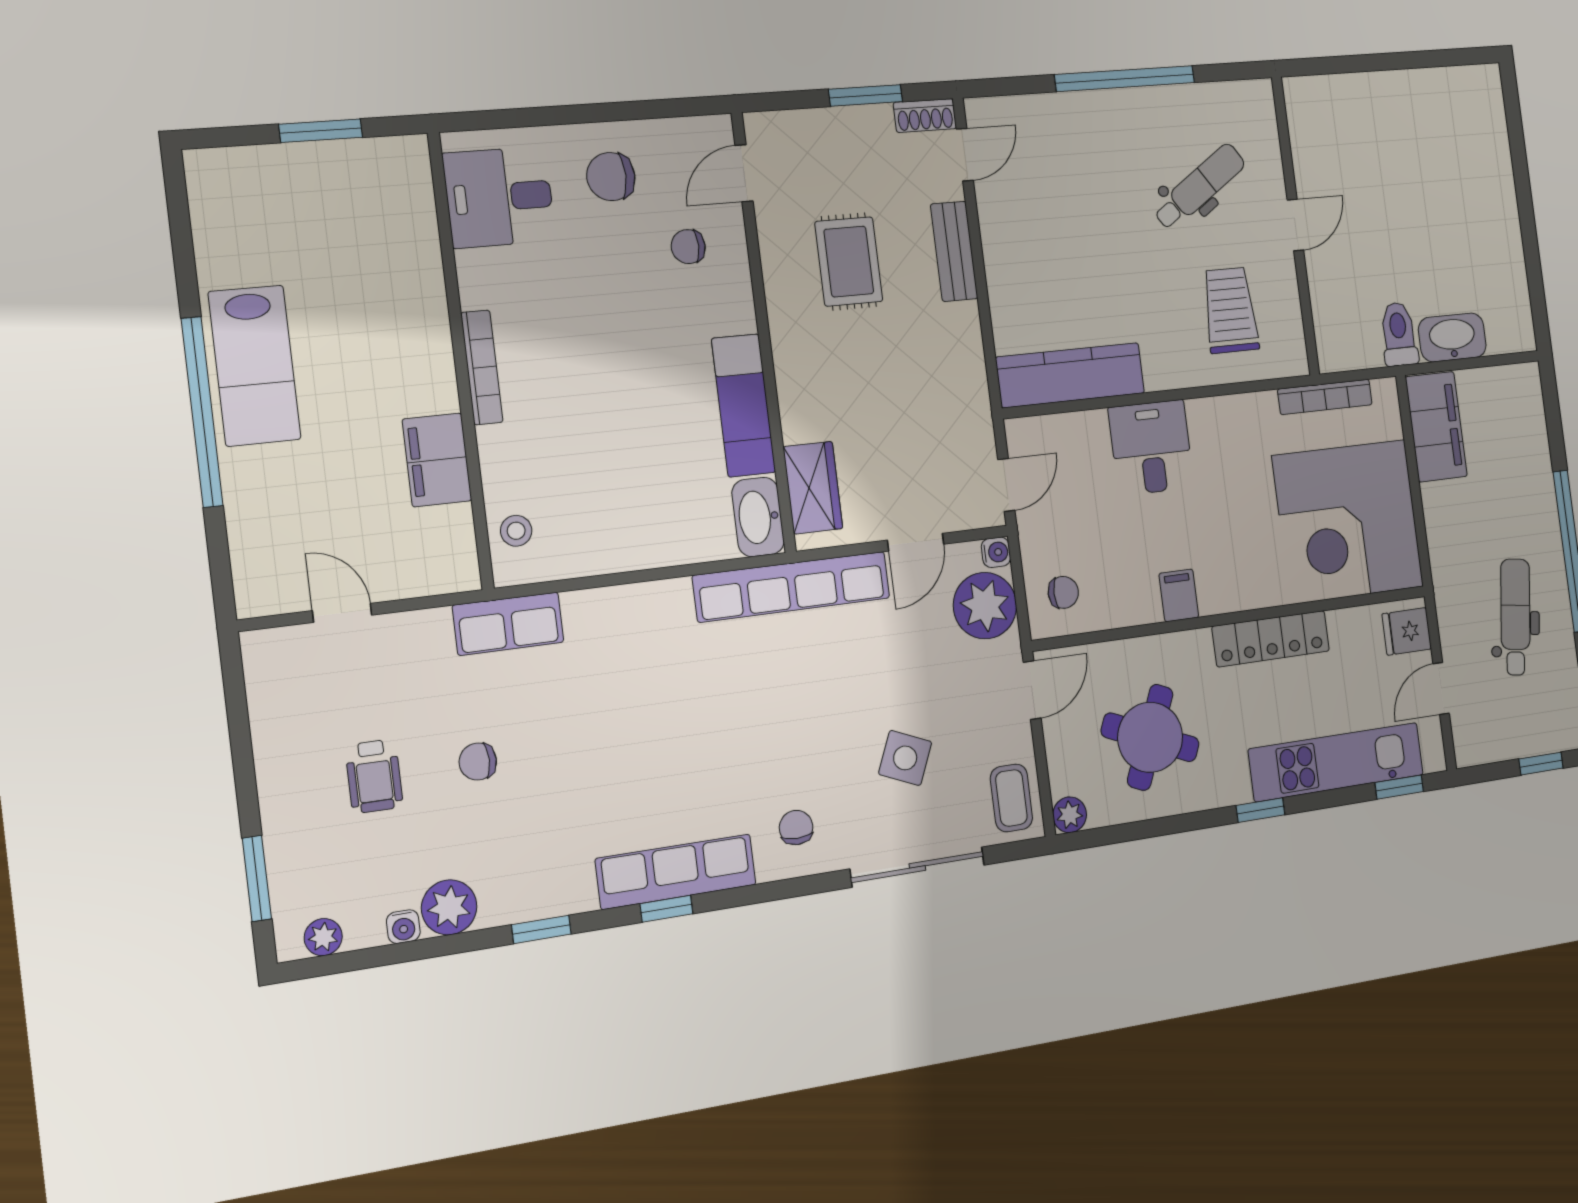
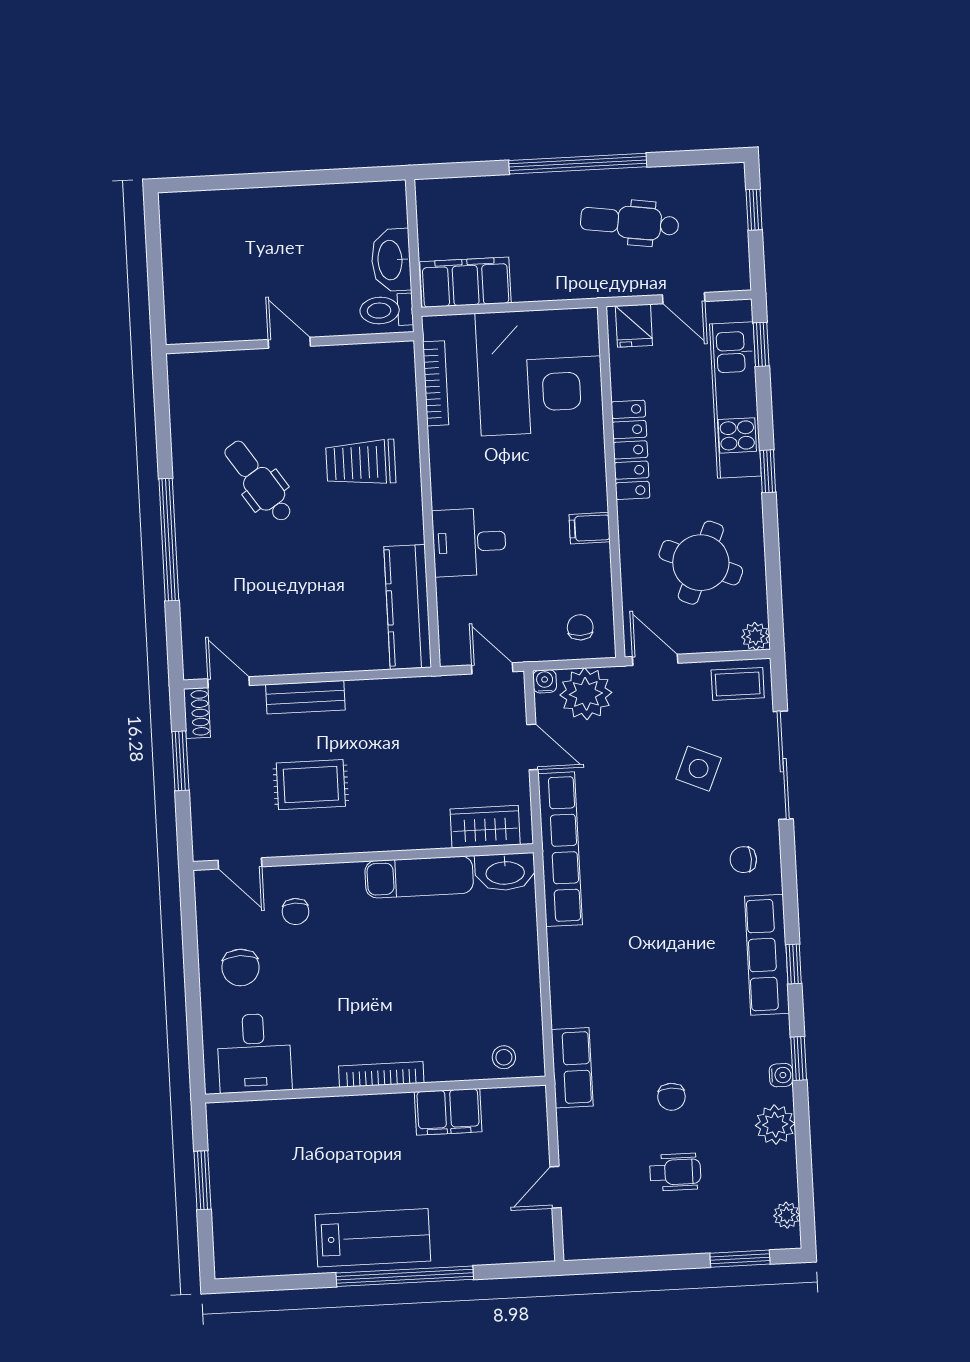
door: (1295, 225) -> (289, 343), moved
wall: (1295, 226) -> (290, 343), moved
water cooler: (403, 927) -> (781, 1075), moved

